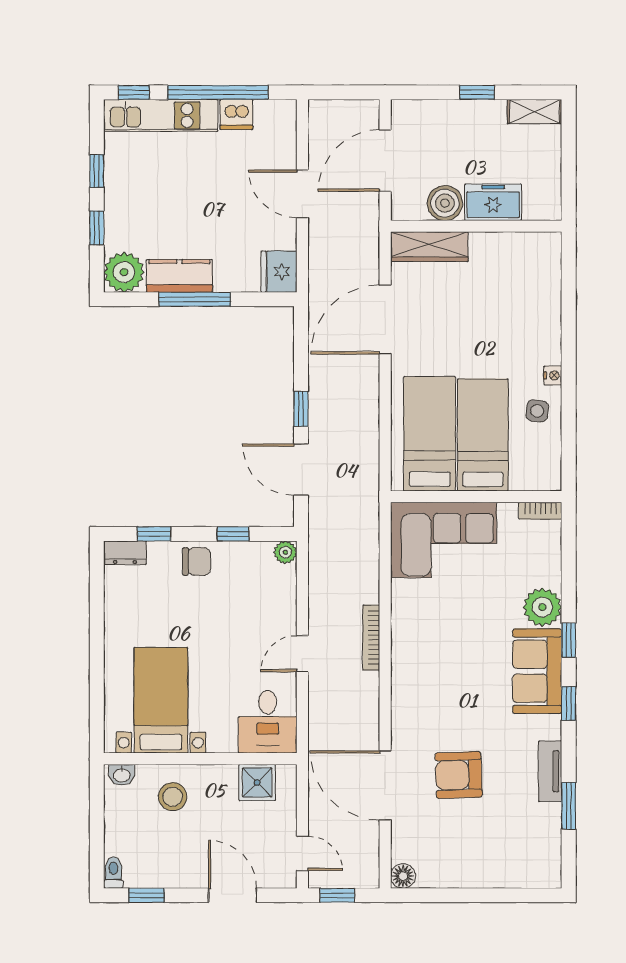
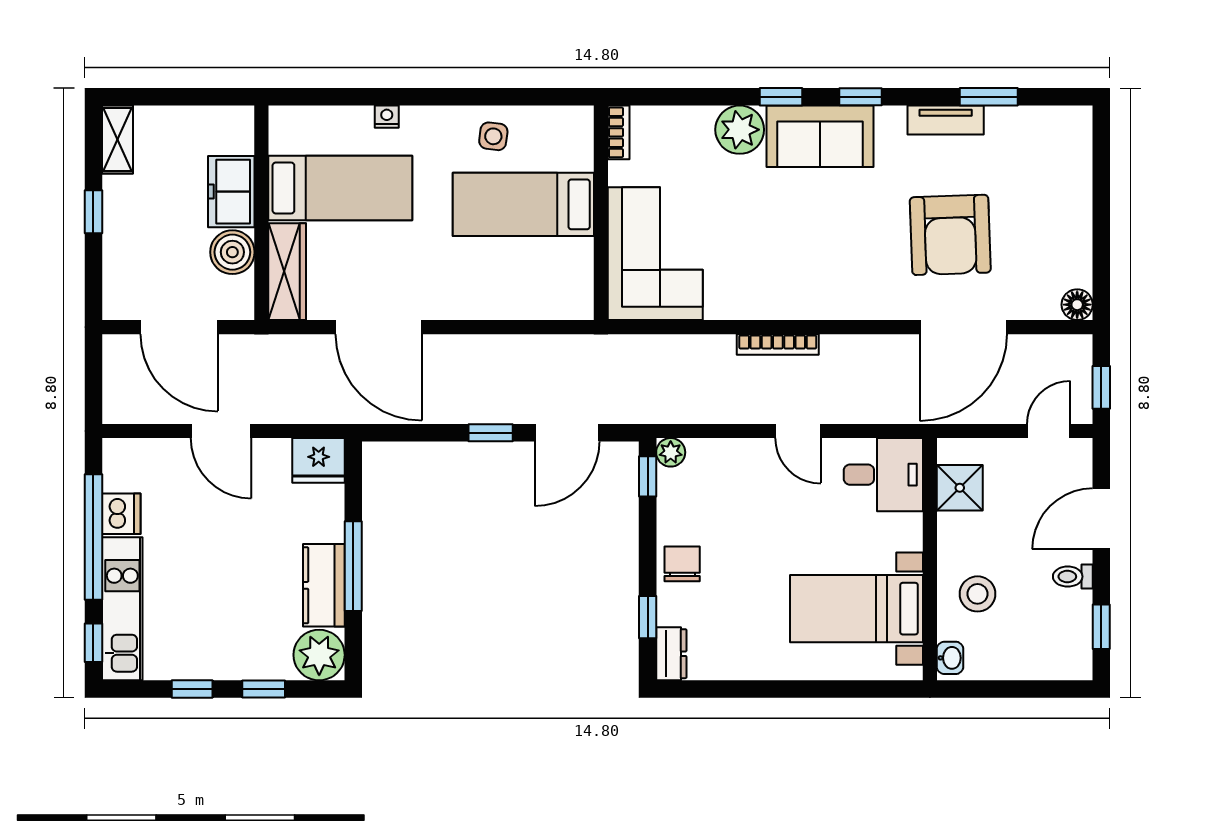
door: (302, 194) -> (221, 431), hinge flipped
nightstand: (553, 375) -> (387, 117), moved
bed: (430, 434) -> (340, 188), moved, turned 180
window: (233, 534) -> (648, 476), moved
armchair: (459, 775) -> (950, 235), width x1.36, depth x1.36
toilet: (113, 873) -> (1073, 577), moved

